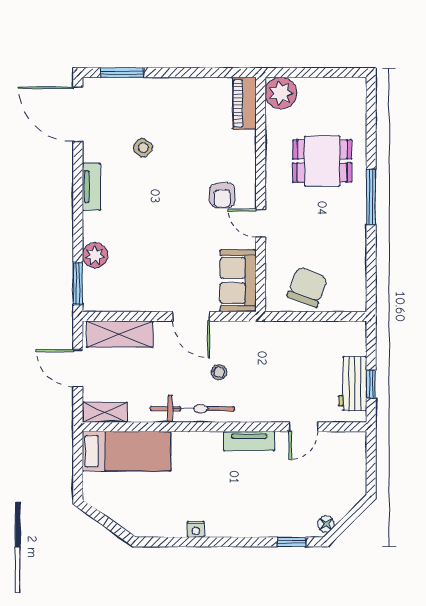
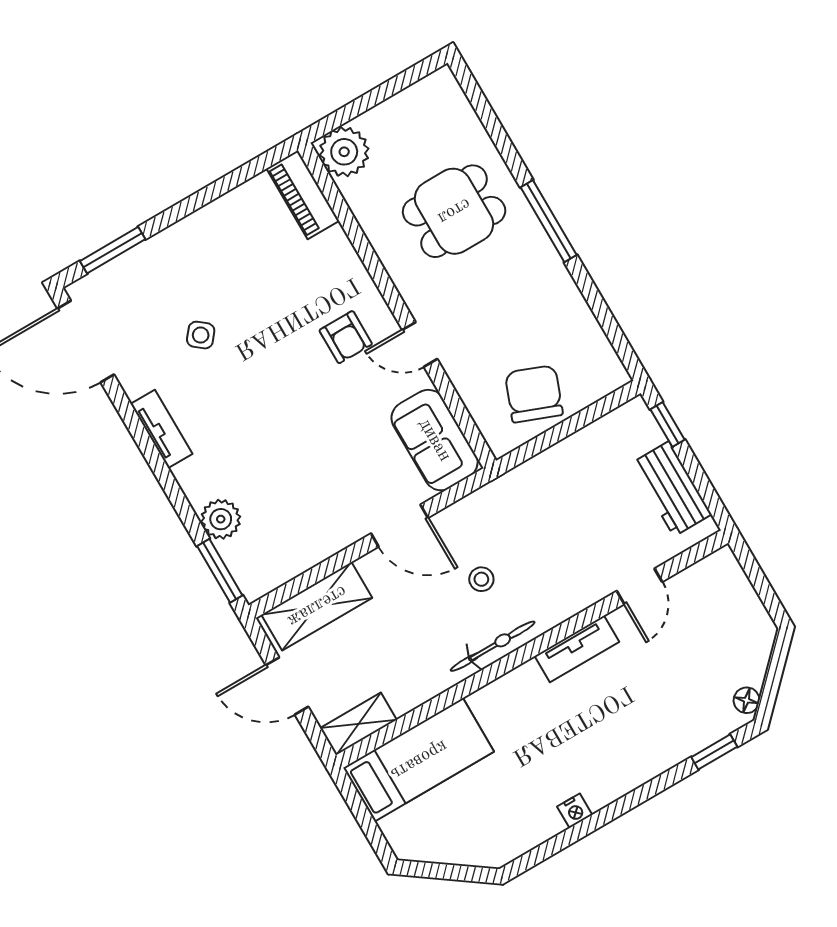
window: (371, 384) -> (668, 424), moved
bicycle: (192, 409) -> (493, 646), width x0.73, depth x0.71

